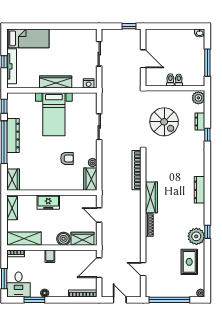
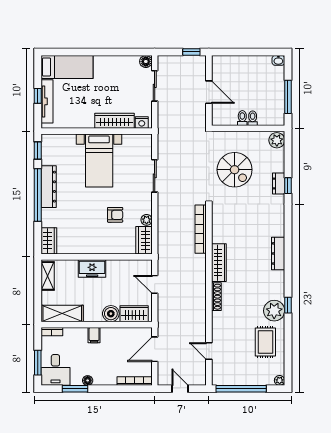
floor lamp: (92, 34) -> (146, 62), added
wardrobe: (56, 82) -> (115, 121), moved
dresser: (200, 122) -> (279, 183), moved

